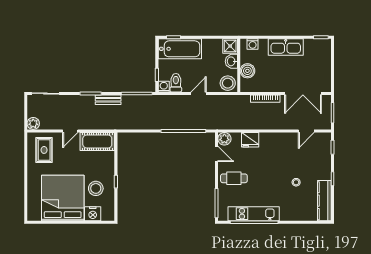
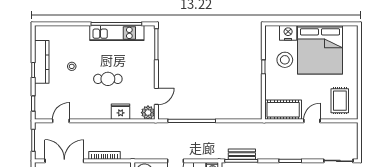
bench: (108, 100) -> (242, 154), moved
plant: (33, 123) -> (351, 129), removed
door: (217, 154) -> (156, 96), swing flipped
cafe table: (234, 178) -> (108, 79), moved
kitchen counter: (324, 201) -> (42, 62), moved

